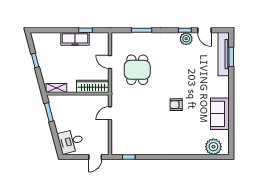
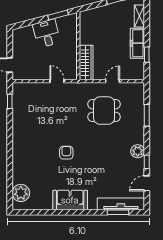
plant: (186, 39) -> (138, 151), moved
shelving: (56, 88) -> (139, 16), moved
sofa: (220, 114) -> (70, 200), moved
desk: (71, 141) -> (46, 33), moved

